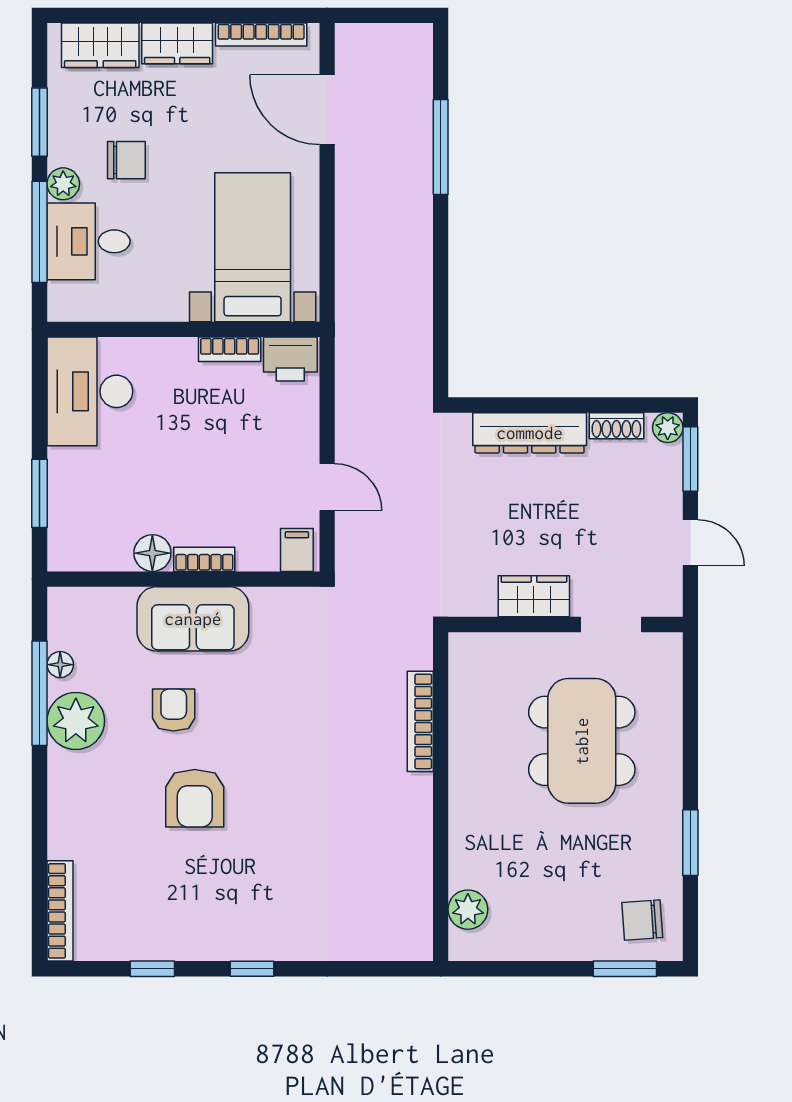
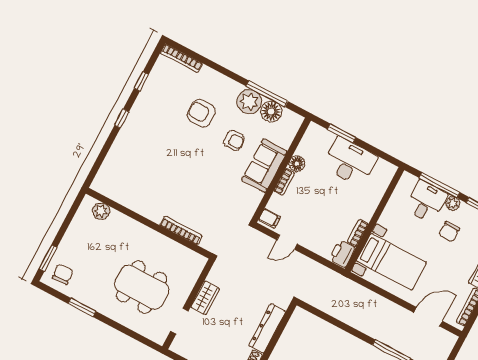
desk: (90, 391) -> (350, 162), moved
floor lamp: (60, 665) -> (271, 111), width x1.89, depth x1.89
armchair: (195, 798) -> (201, 113), moved

